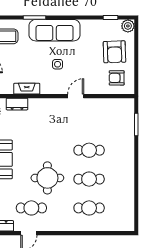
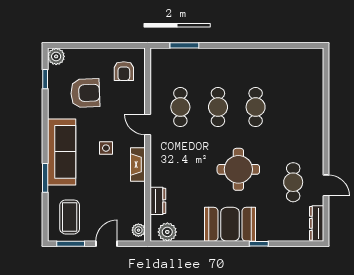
armchair: (114, 52) -> (85, 93), moved
fireplace: (27, 89) -> (138, 164), moved
round table: (47, 178) -> (238, 169), moved
cafe table: (89, 208) -> (180, 107), moved

